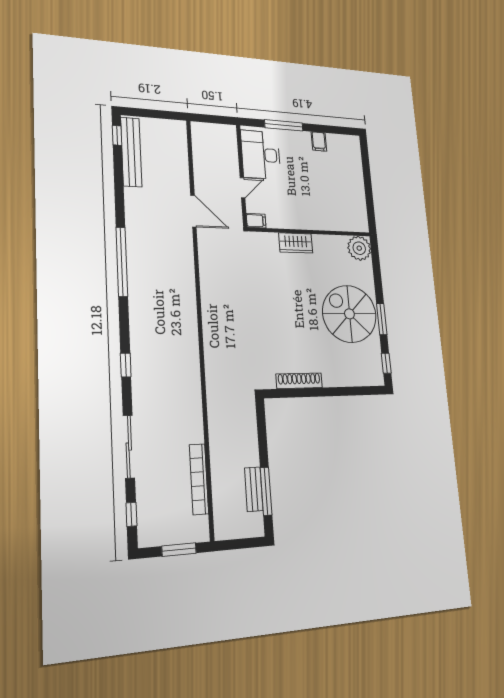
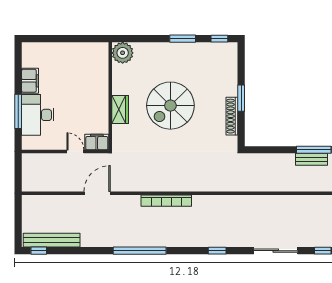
filing cabinet: (319, 141) -> (30, 81), width x2.00
desk: (261, 155) -> (38, 115), moved, turned 90
filing cabinet: (256, 221) -> (97, 142), width x2.00
spiral stairs: (349, 314) -> (170, 106), moved
window: (321, 392) -> (241, 98), added
bookcase: (199, 479) -> (166, 201), moved

